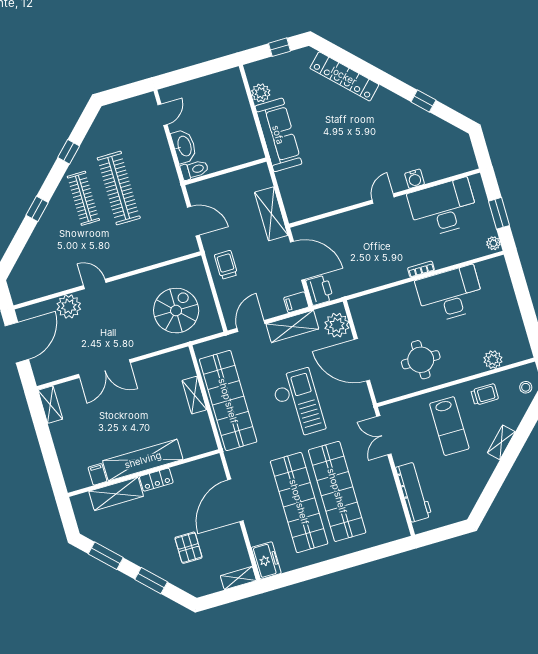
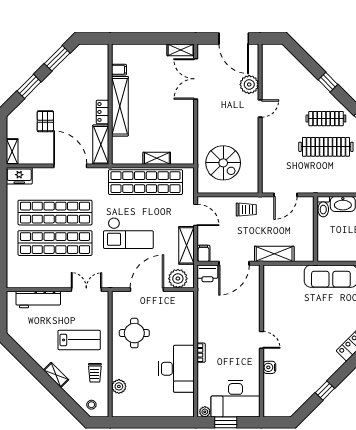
desk: (443, 208) -> (236, 399), moved, turned 90
double door: (104, 369) -> (196, 79), moved
lab bench: (449, 426) -> (79, 340), turned 180
shelving: (116, 494) -> (101, 145), moved
pallet: (189, 548) -> (45, 121), turned 90

